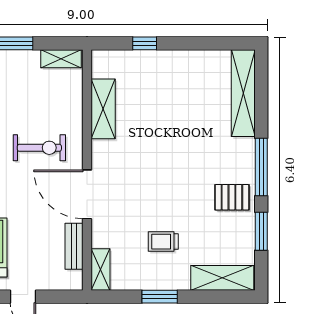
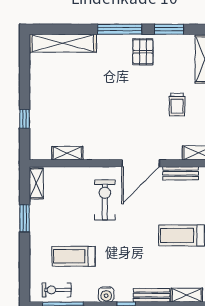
shelving: (103, 109) -> (67, 153), width x0.67, depth x0.75

